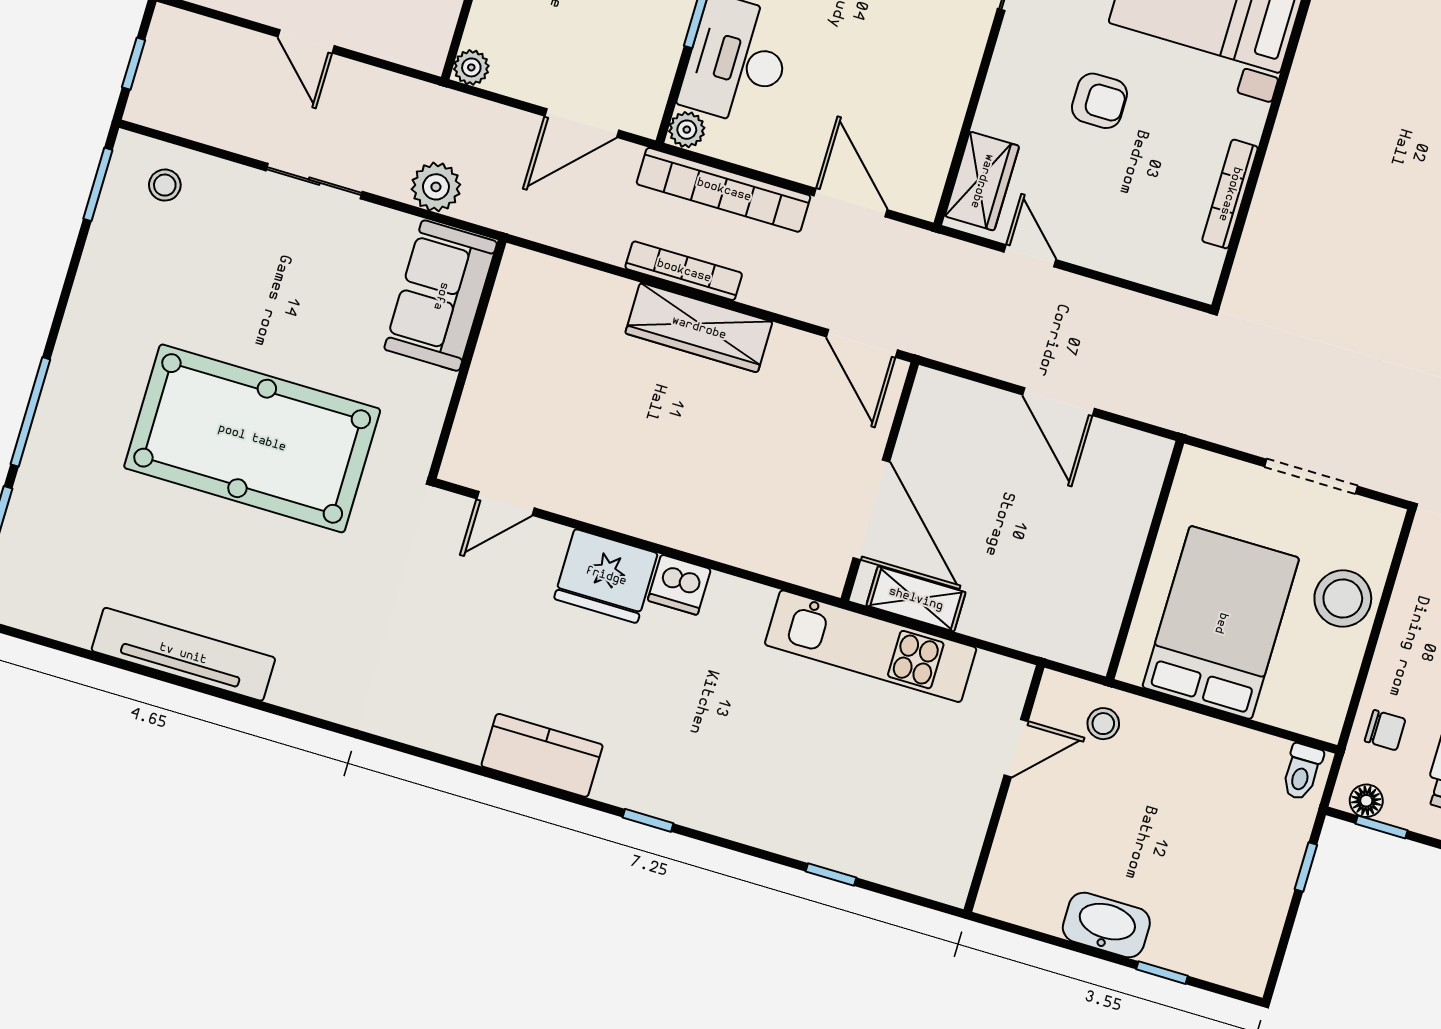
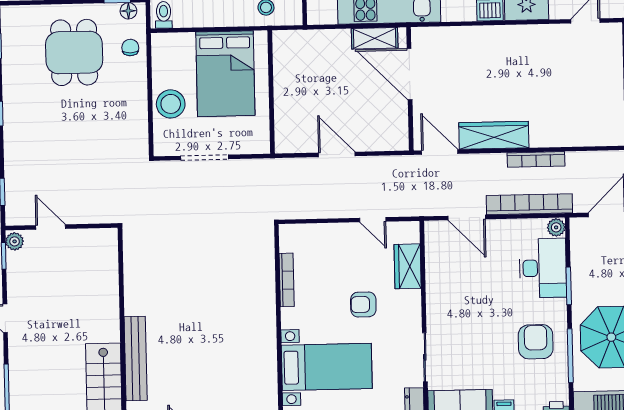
wardrobe: (982, 181) -> (408, 266), moved
wardrobe: (699, 328) -> (494, 135), moved
chair: (1385, 730) -> (130, 48), turned 90

